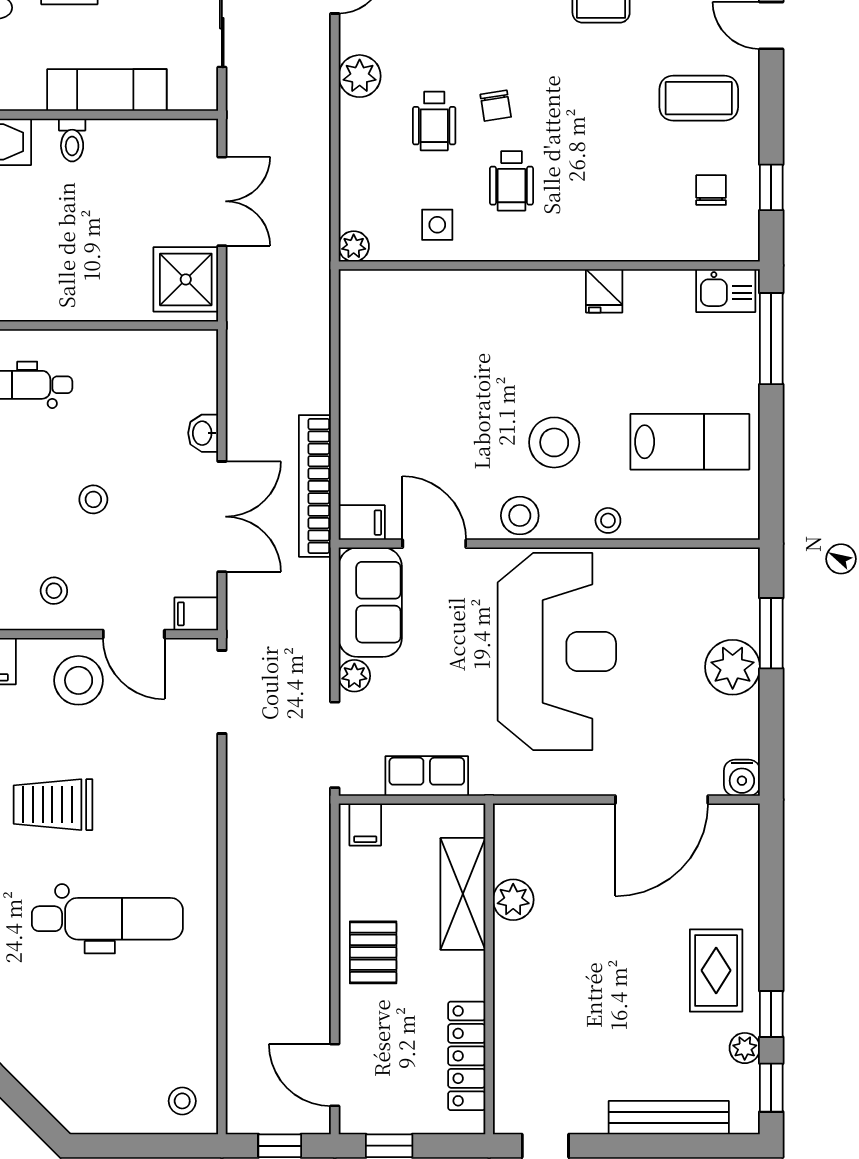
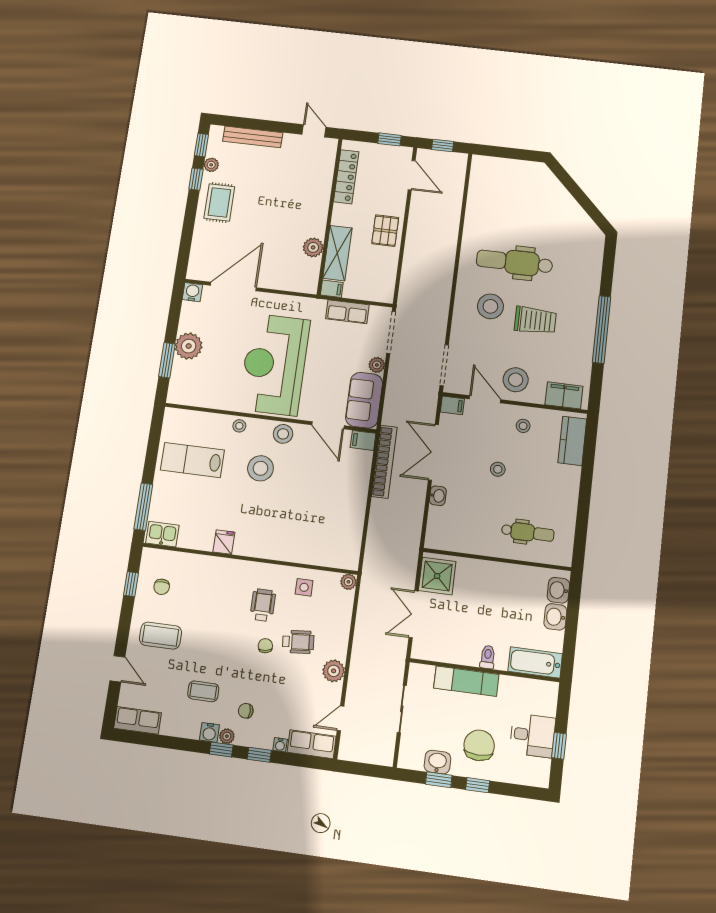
wheelchair: (434, 121) -> (298, 642), turned 85
filing cabinet: (365, 824) -> (332, 289), moved, turned 90
stool: (182, 1101) -> (490, 306), moved, width x1.89, depth x1.89

